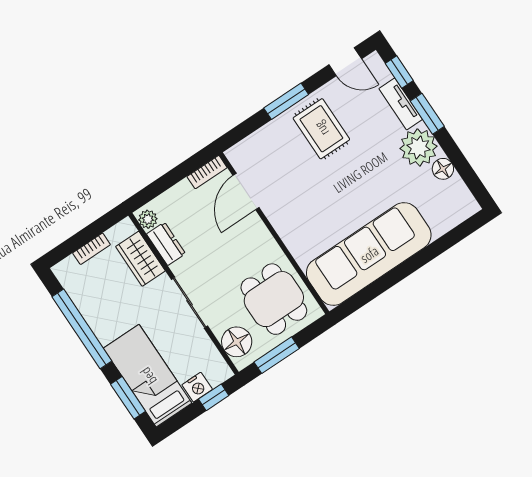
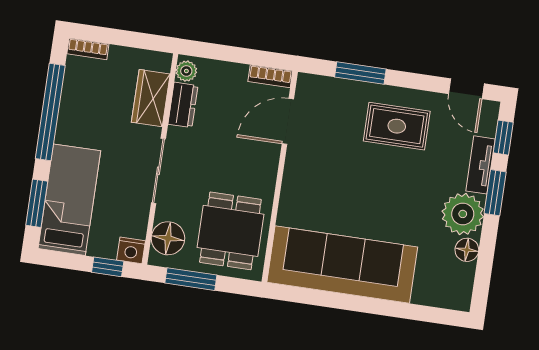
window: (286, 101) -> (360, 73), moved
rug: (321, 129) -> (397, 126), turned 90
bookcase: (91, 249) -> (88, 49), moved
nightstand: (197, 387) -> (131, 250), moved

